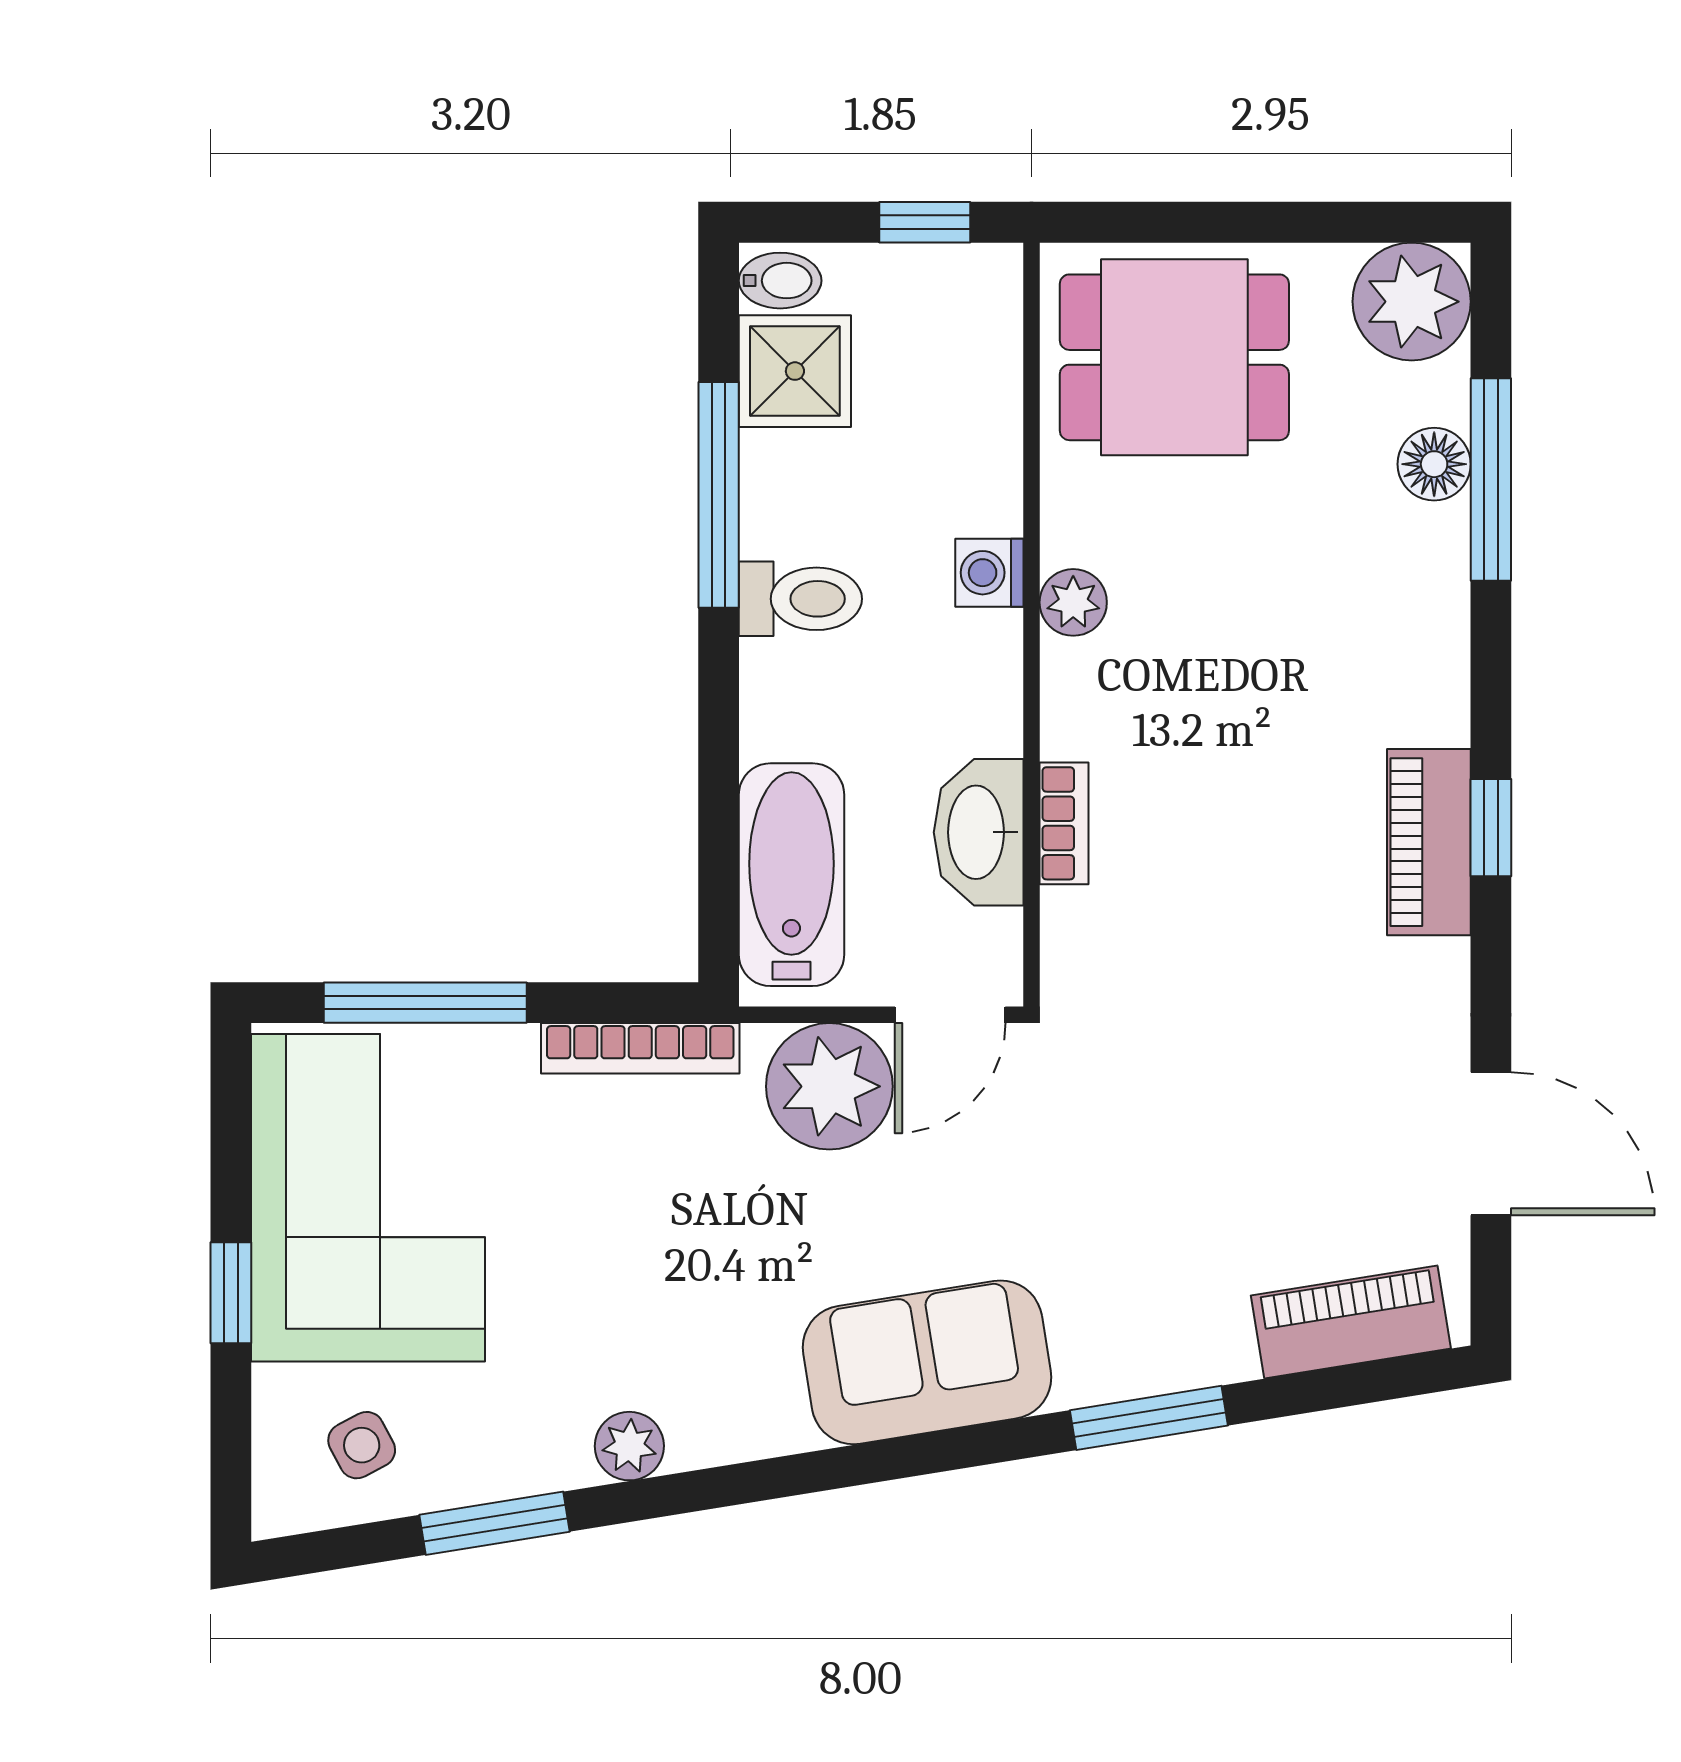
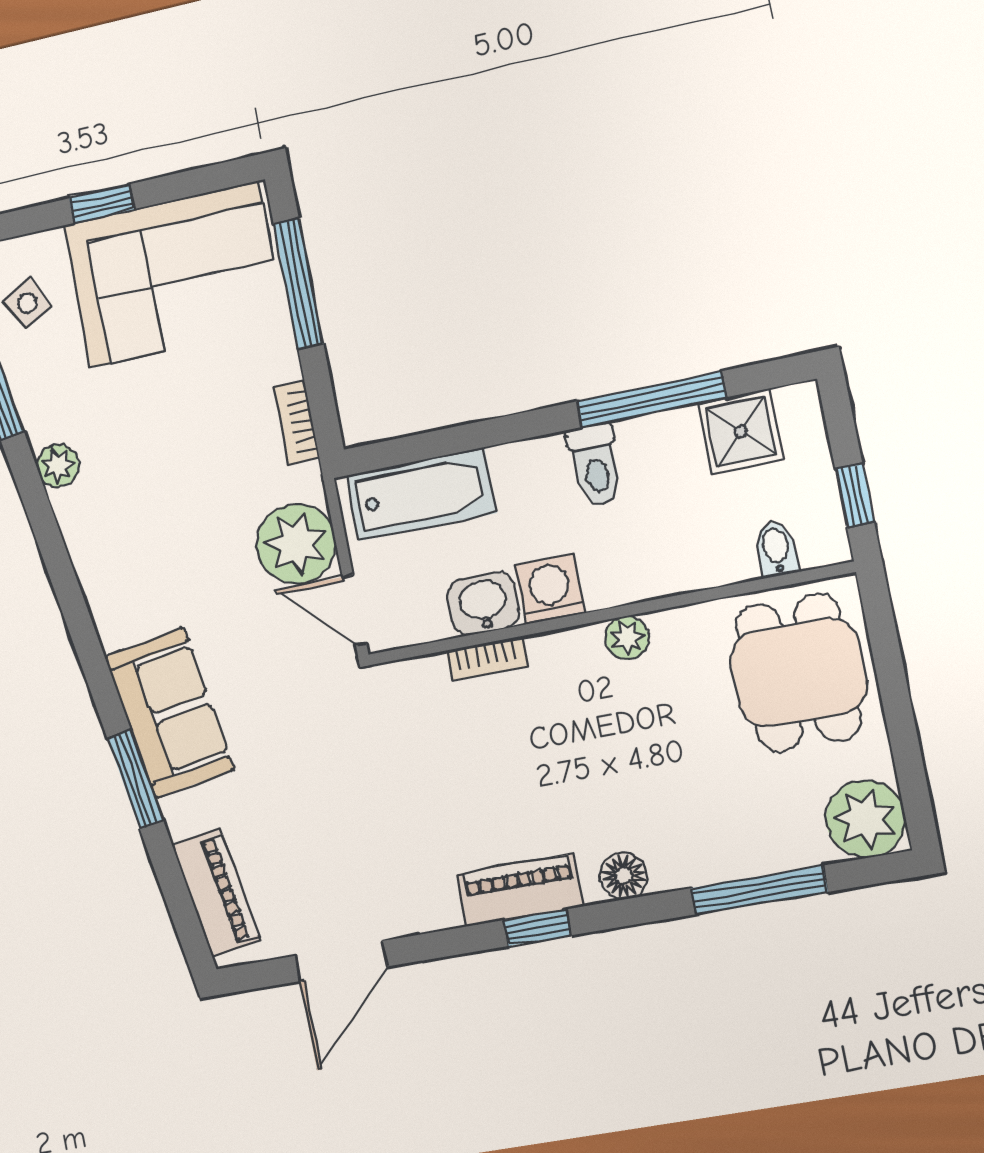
bidet: (780, 281) -> (776, 549), moved, turned 180
floor lamp: (1434, 464) -> (624, 876), moved
washing machine: (989, 573) -> (550, 589), moved, width x1.38, depth x1.38
washbasin: (979, 832) -> (483, 603), width x0.72
bookcase: (640, 1048) -> (297, 422), width x0.64
sofa: (927, 1362) -> (169, 713), moved

